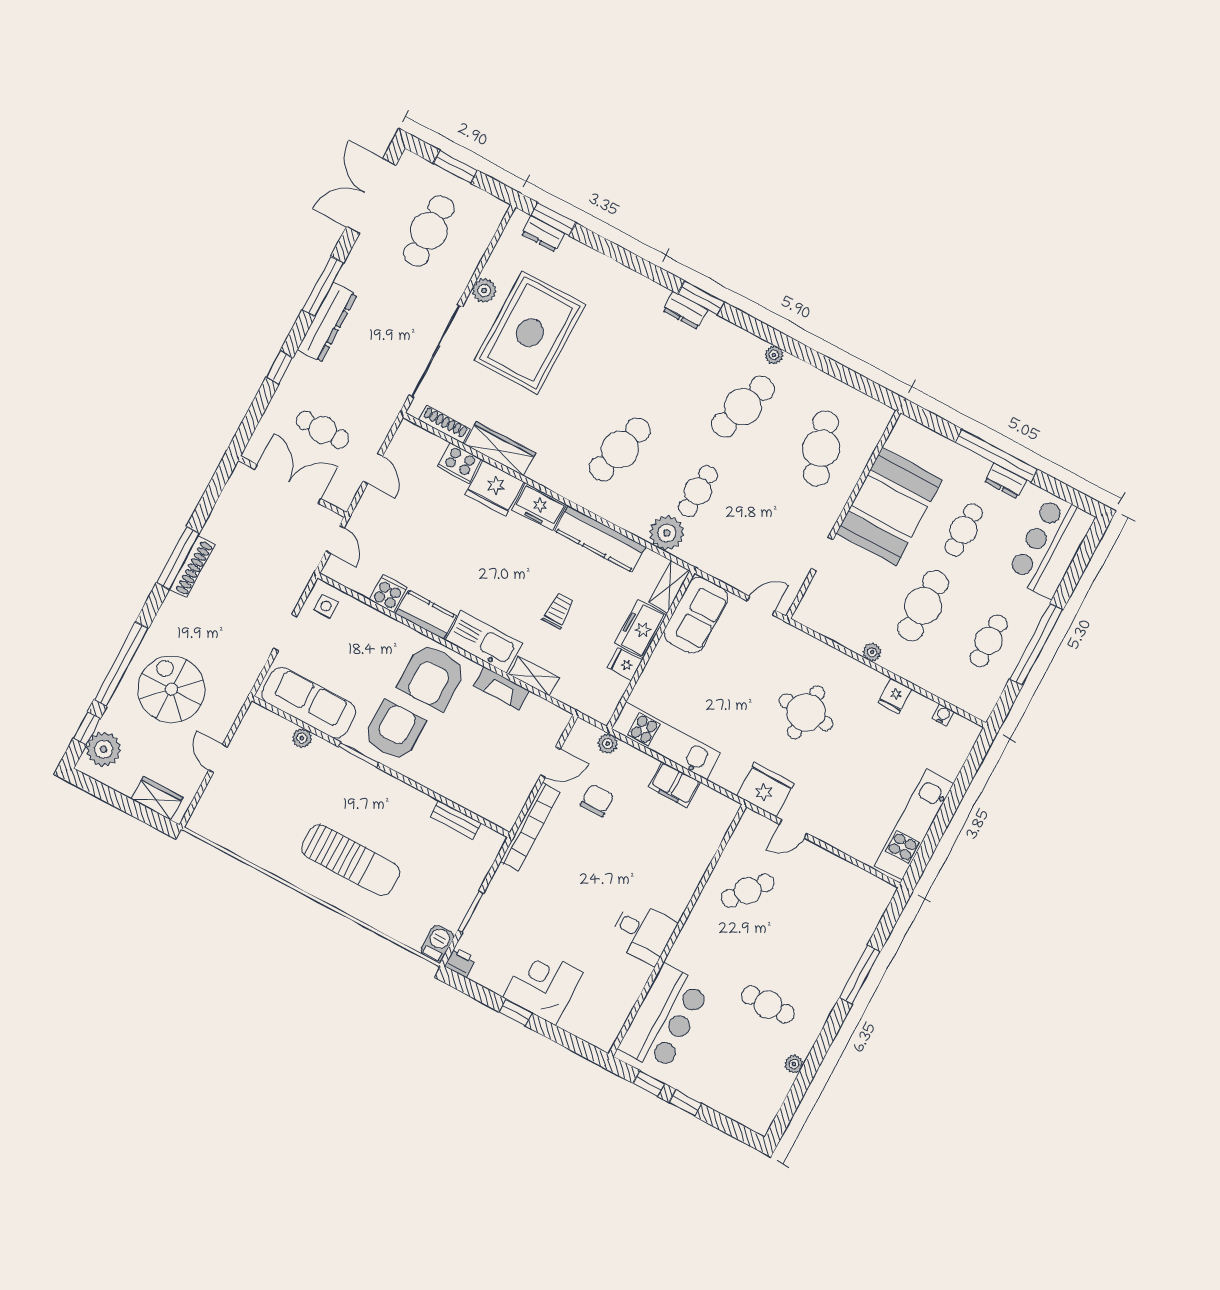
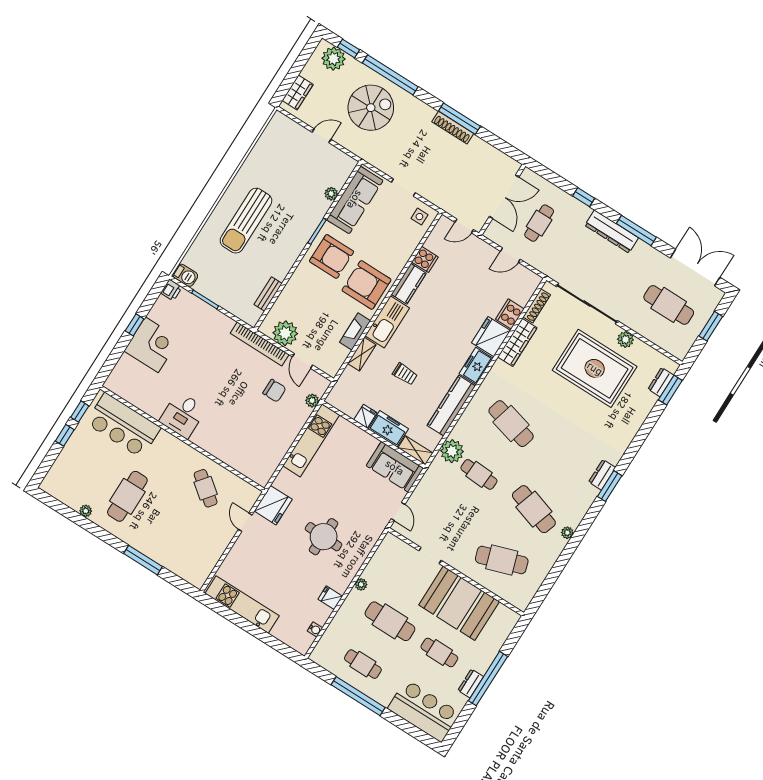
filing cabinet: (674, 785) -> (281, 444), removed
plant: (512, 790) -> (285, 333), added
cafe table: (768, 1004) -> (127, 496), width x1.37, depth x1.35

